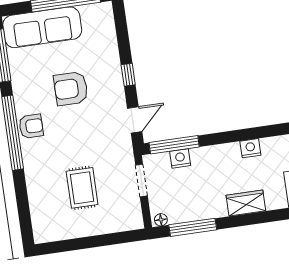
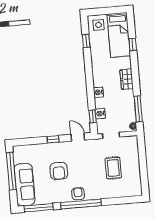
window: (174, 145) -> (93, 116), width x0.46
nightstand: (250, 148) -> (98, 92), moved
rug: (82, 188) -> (113, 168), turned 90

